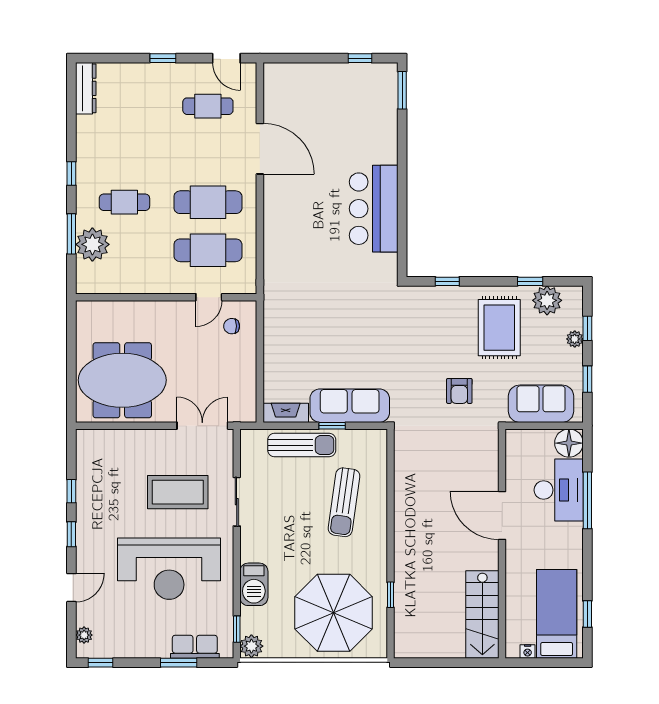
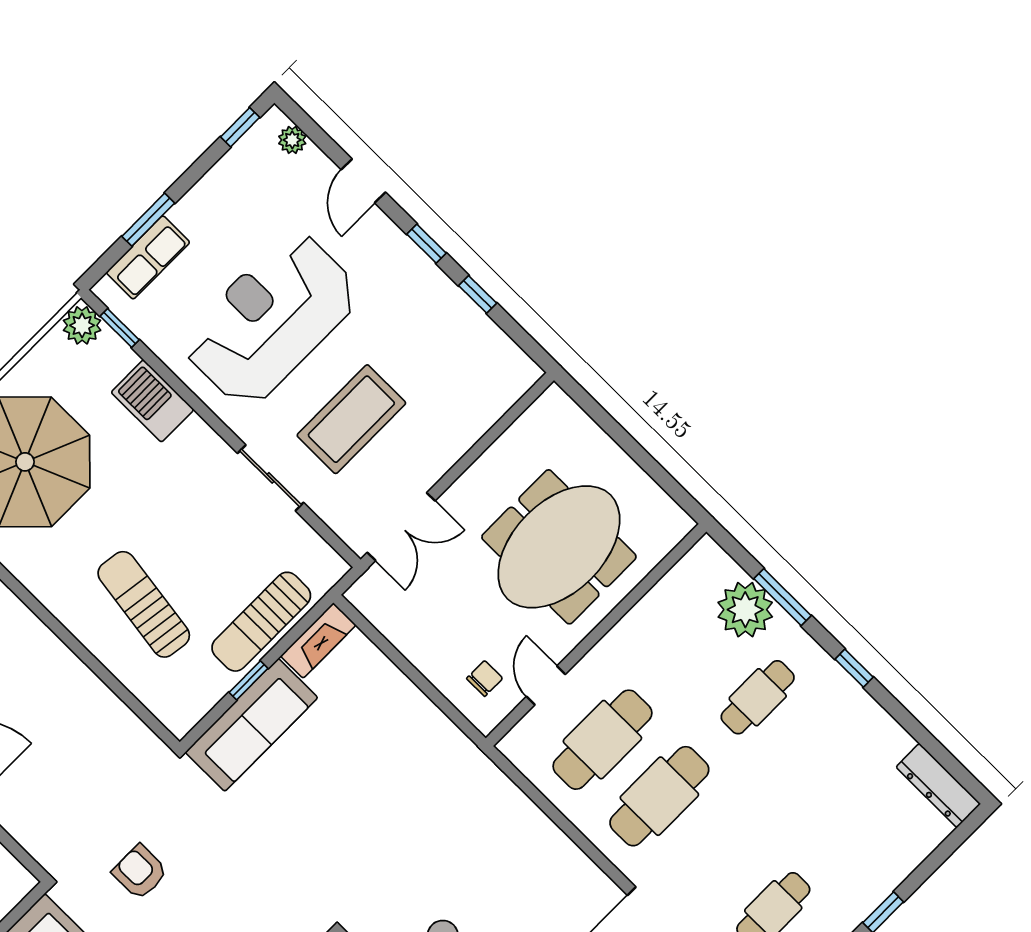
meeting table: (122, 380) -> (559, 547), moved

